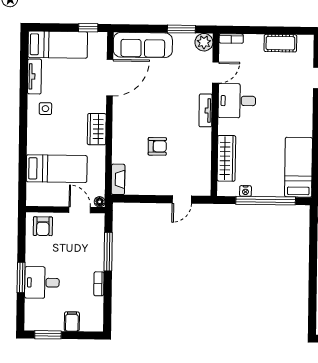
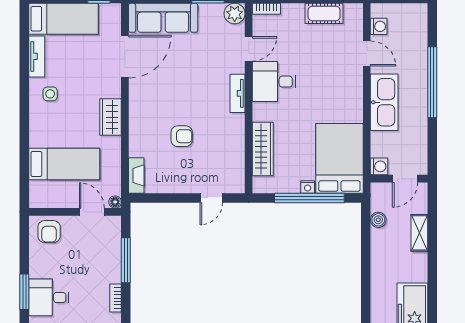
bed: (299, 167) -> (339, 158), width x1.50
nightstand: (245, 191) -> (308, 187), moved

